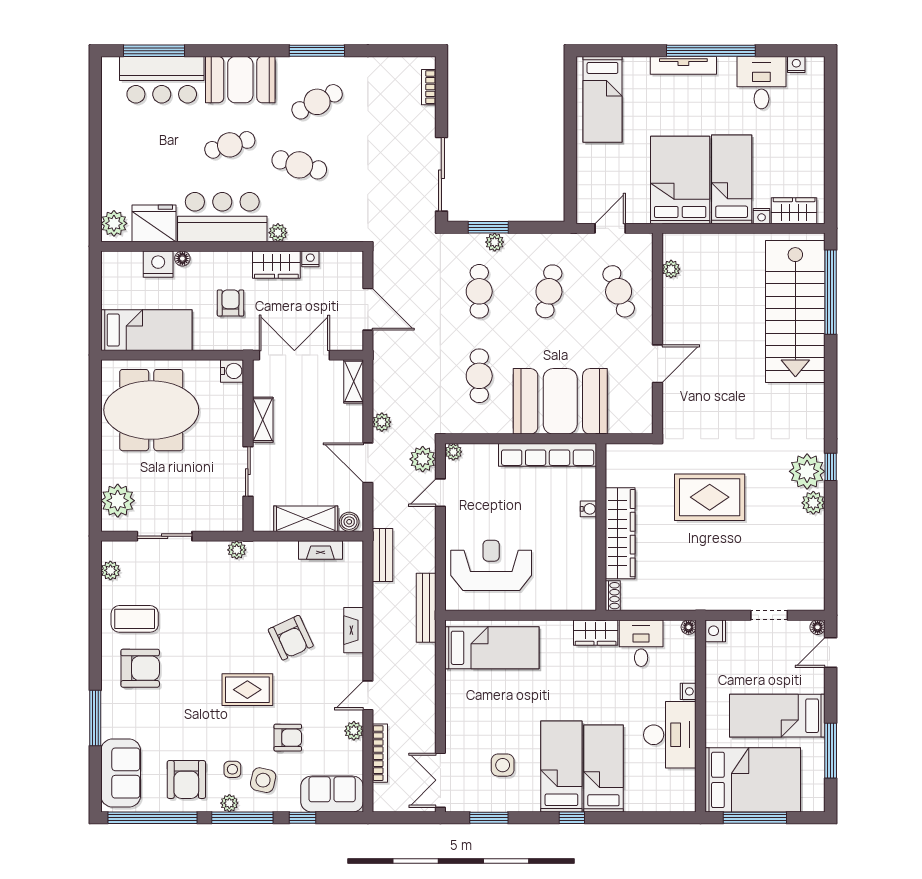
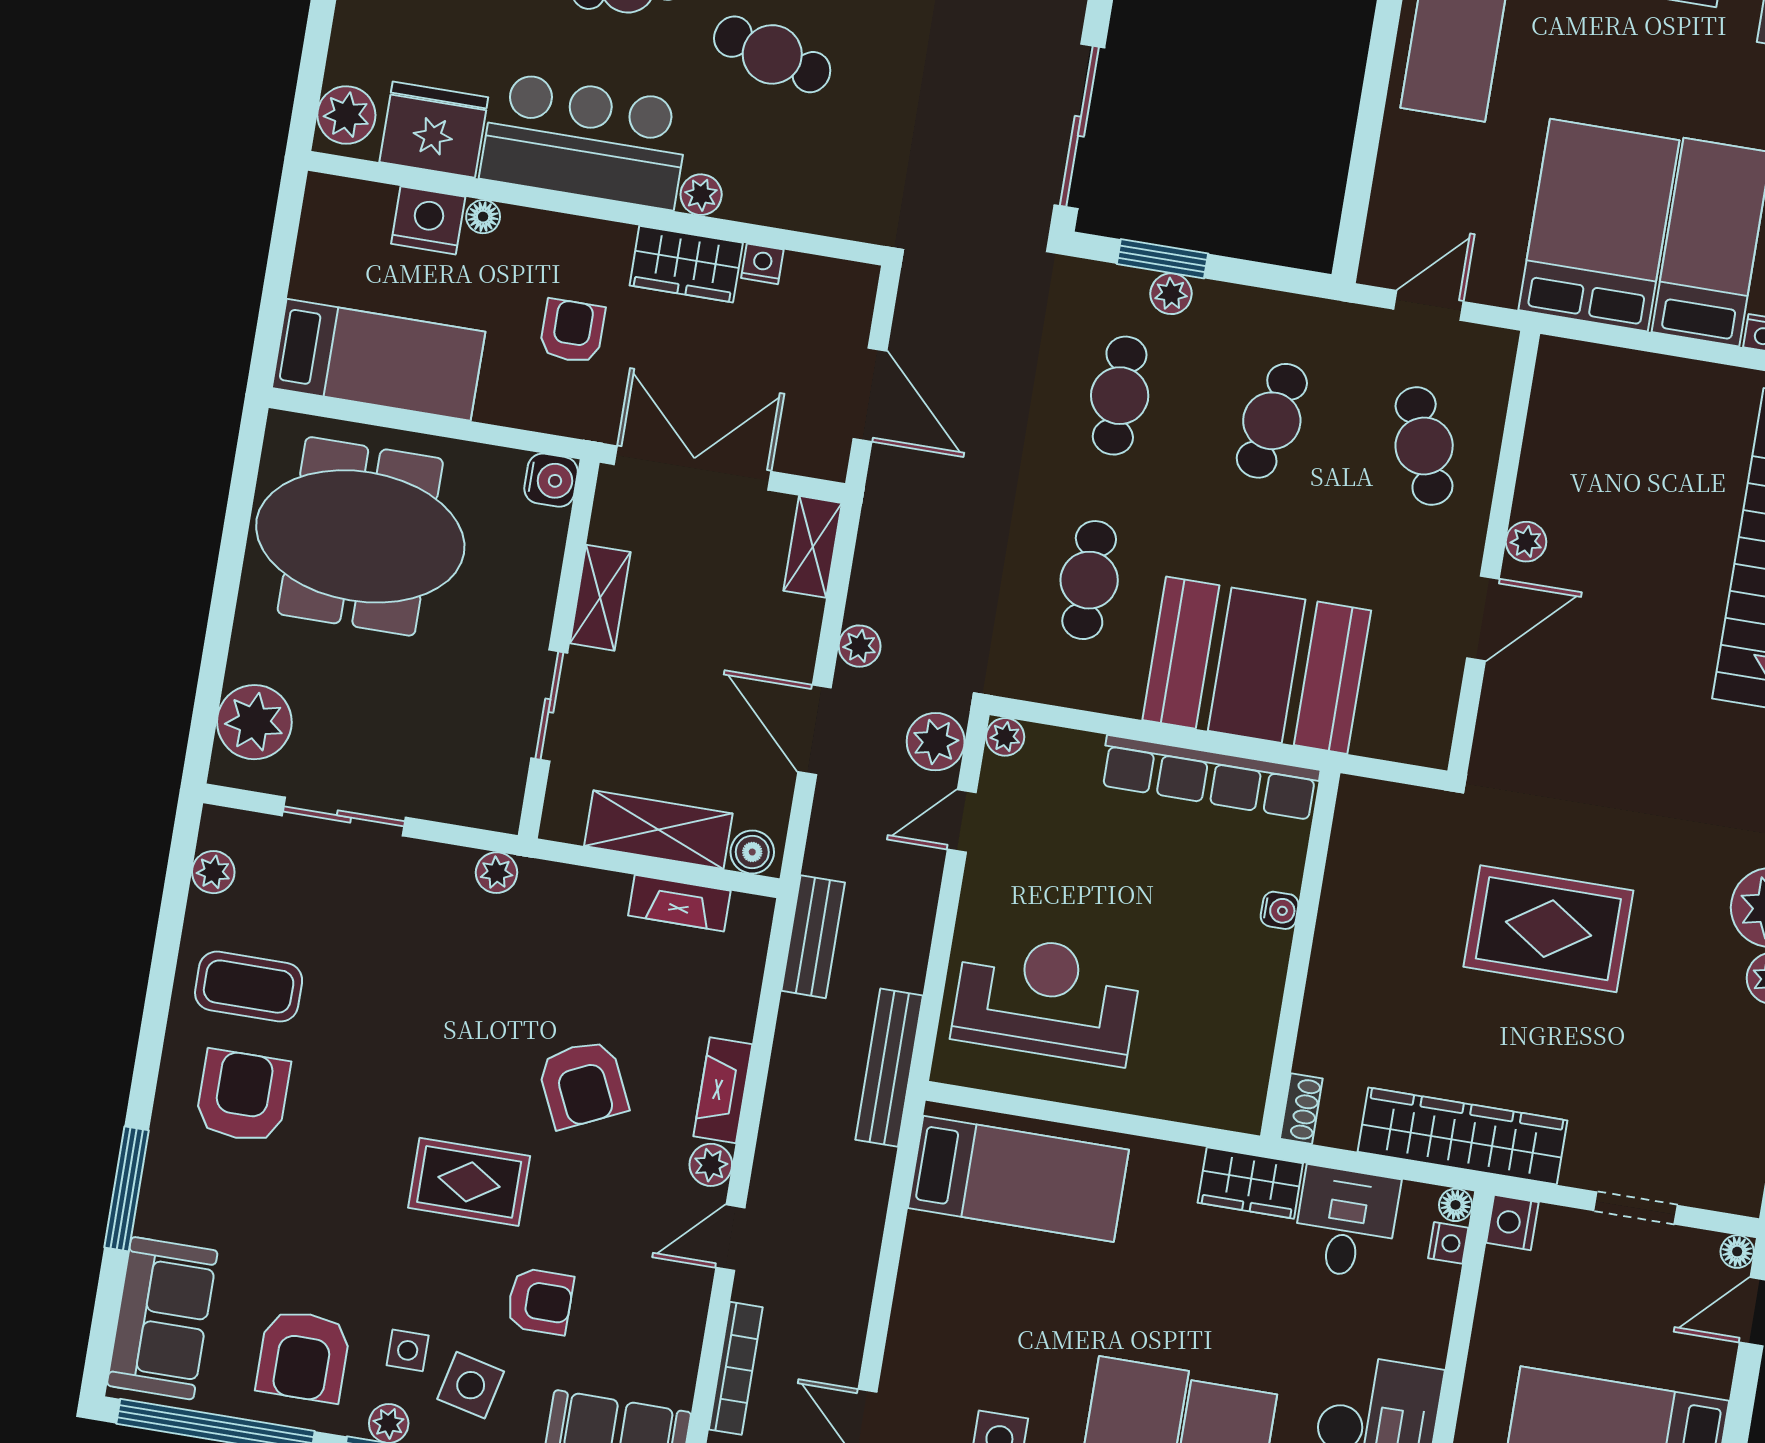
plant: (671, 269) -> (1526, 542), moved
wardrobe: (620, 533) -> (1462, 1136), moved, turned -90
armchair: (140, 668) -> (243, 1096), turned -90
nightstand: (688, 691) -> (1448, 1243), moved
plant: (354, 731) -> (711, 1165), moved

